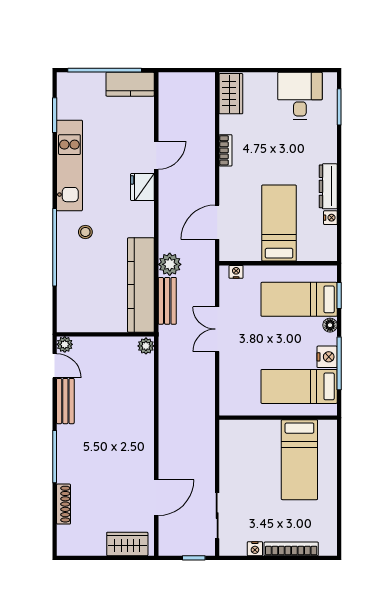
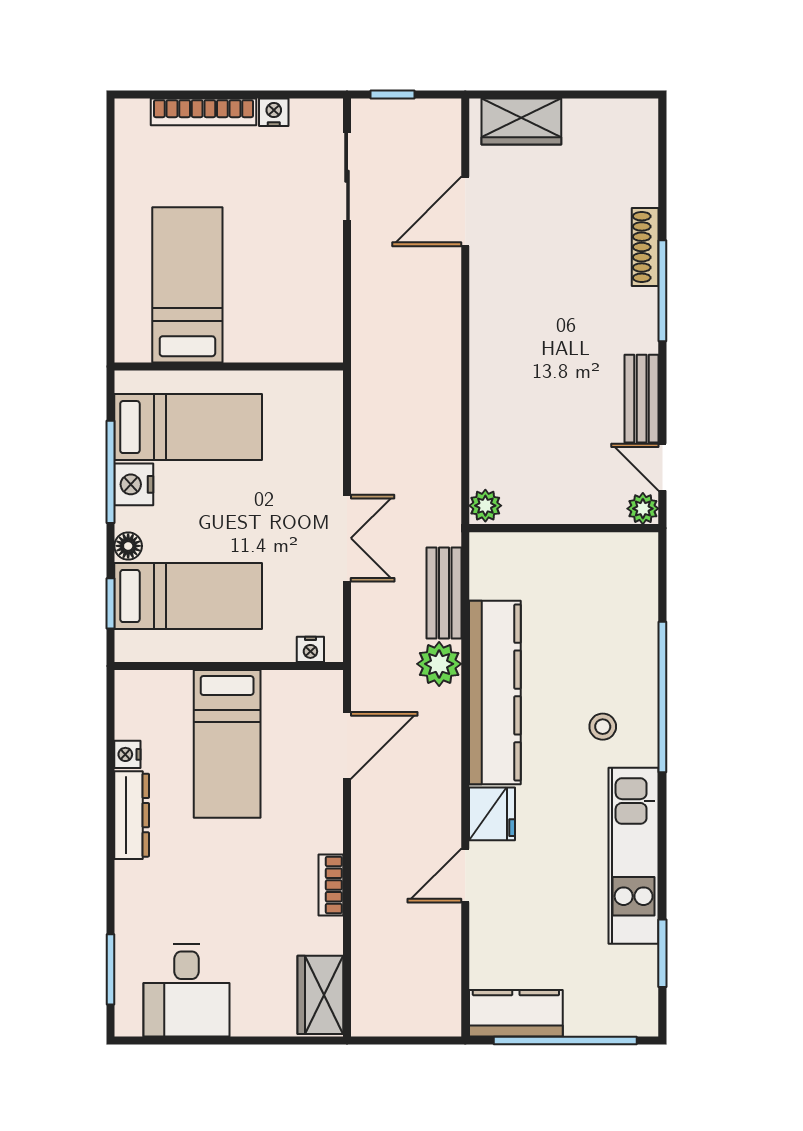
kitchen counter: (141, 285) -> (495, 693), moved
shoe rack: (63, 504) -> (645, 247), moved

